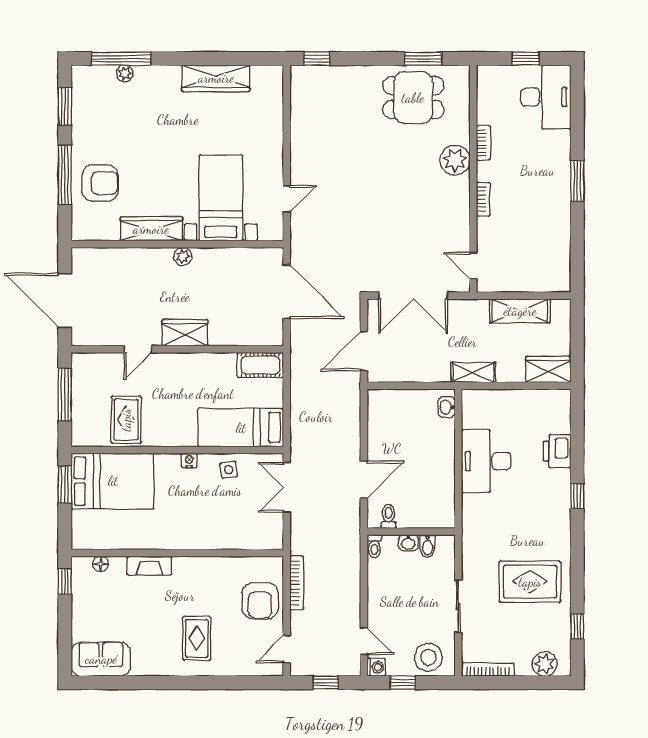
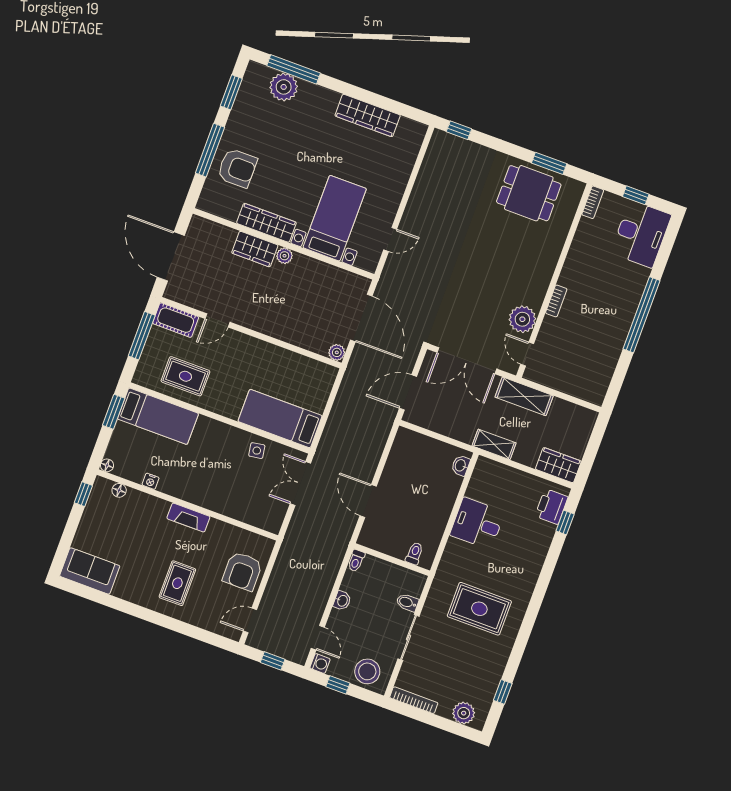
plant: (125, 73) -> (284, 87), width x1.87, depth x1.87
bookcase: (483, 143) -> (593, 202), moved
plant: (455, 160) -> (522, 319), moved
window: (577, 181) -> (642, 315), width x2.11
shelving: (520, 311) -> (524, 396), moved
wardrobe: (185, 333) -> (255, 249), moved, turned 180
plant: (274, 337) -> (337, 352), added
cot: (260, 365) -> (176, 320), moved
rug: (126, 420) -> (185, 376), turned 90
printer: (557, 451) -> (551, 507), moved
nightstand: (189, 461) -> (151, 481), moved, turned 180
desk: (486, 461) -> (477, 523), width x0.73
door: (364, 480) -> (368, 501), swing flipped
bed: (113, 481) -> (158, 416), width x0.67
window: (577, 496) -> (565, 522), moved
toilet: (389, 516) -> (414, 553), moved
floor lamp: (78, 543) -> (107, 465), added
washbasin: (408, 543) -> (342, 601), moved, turned -90
bidet: (428, 546) -> (407, 602), moved, turned 90
fireplace: (149, 566) -> (188, 518), moved
rug: (530, 582) -> (479, 609), moved
bookcase: (297, 583) -> (279, 567), removed

